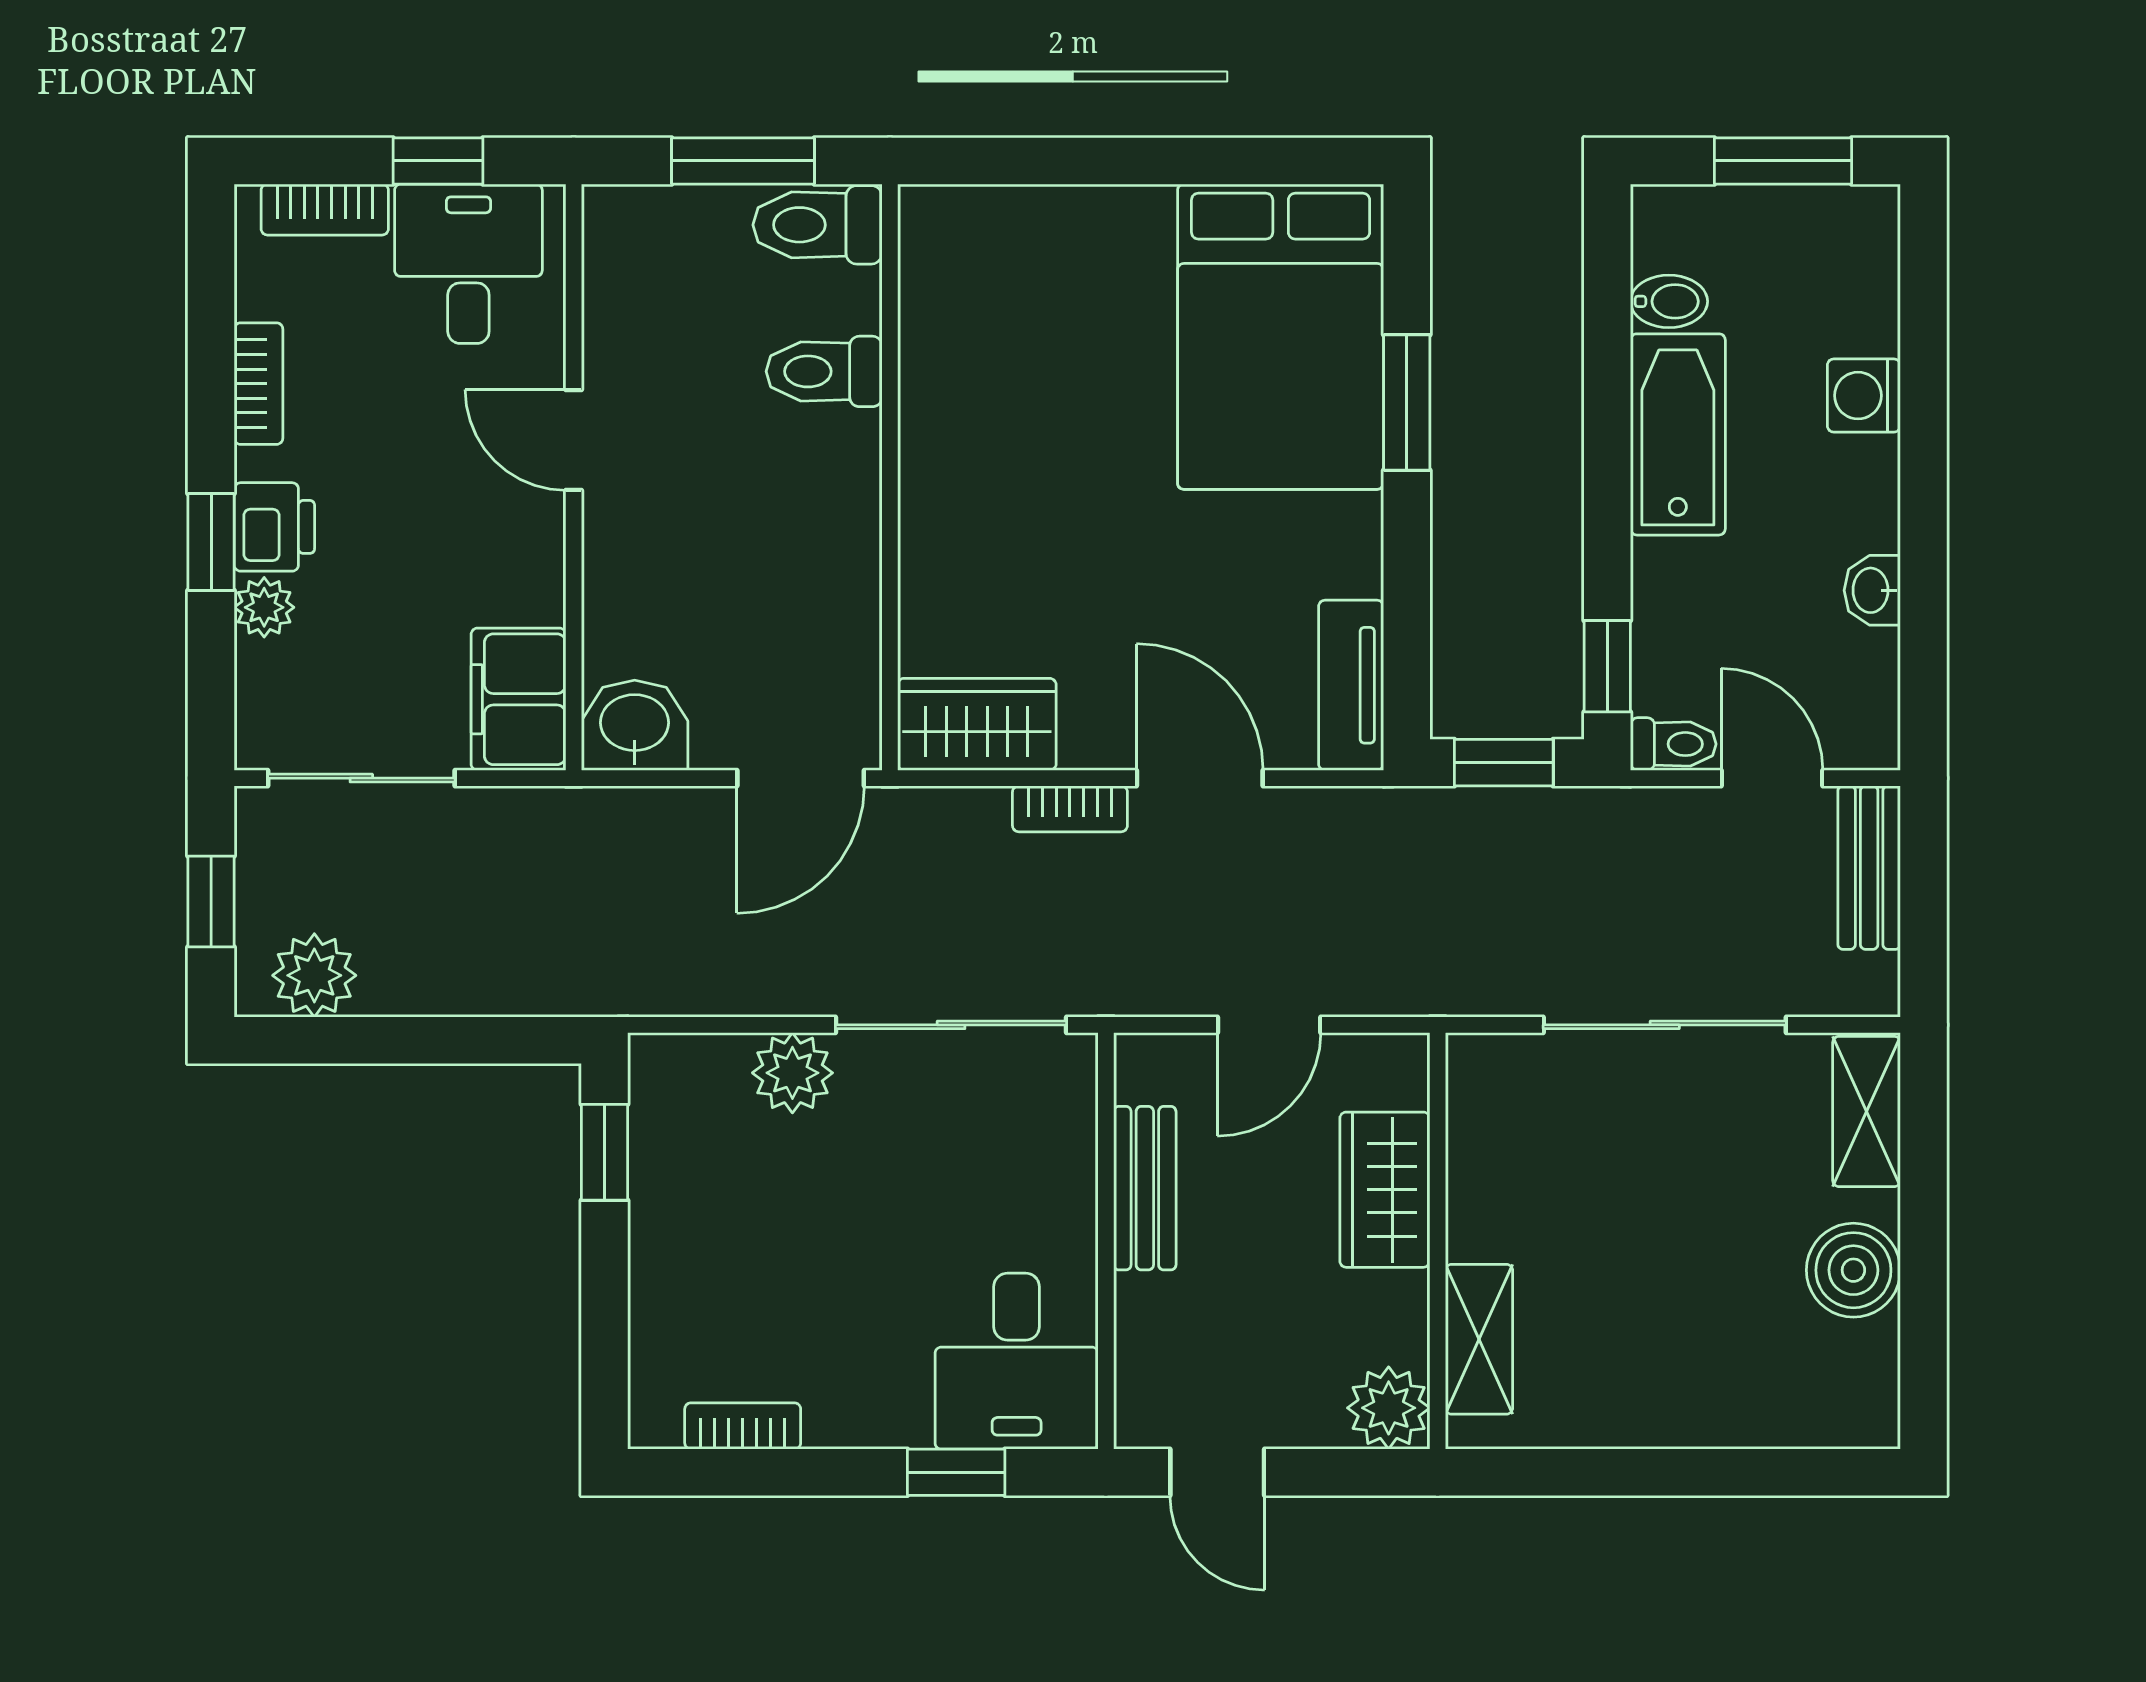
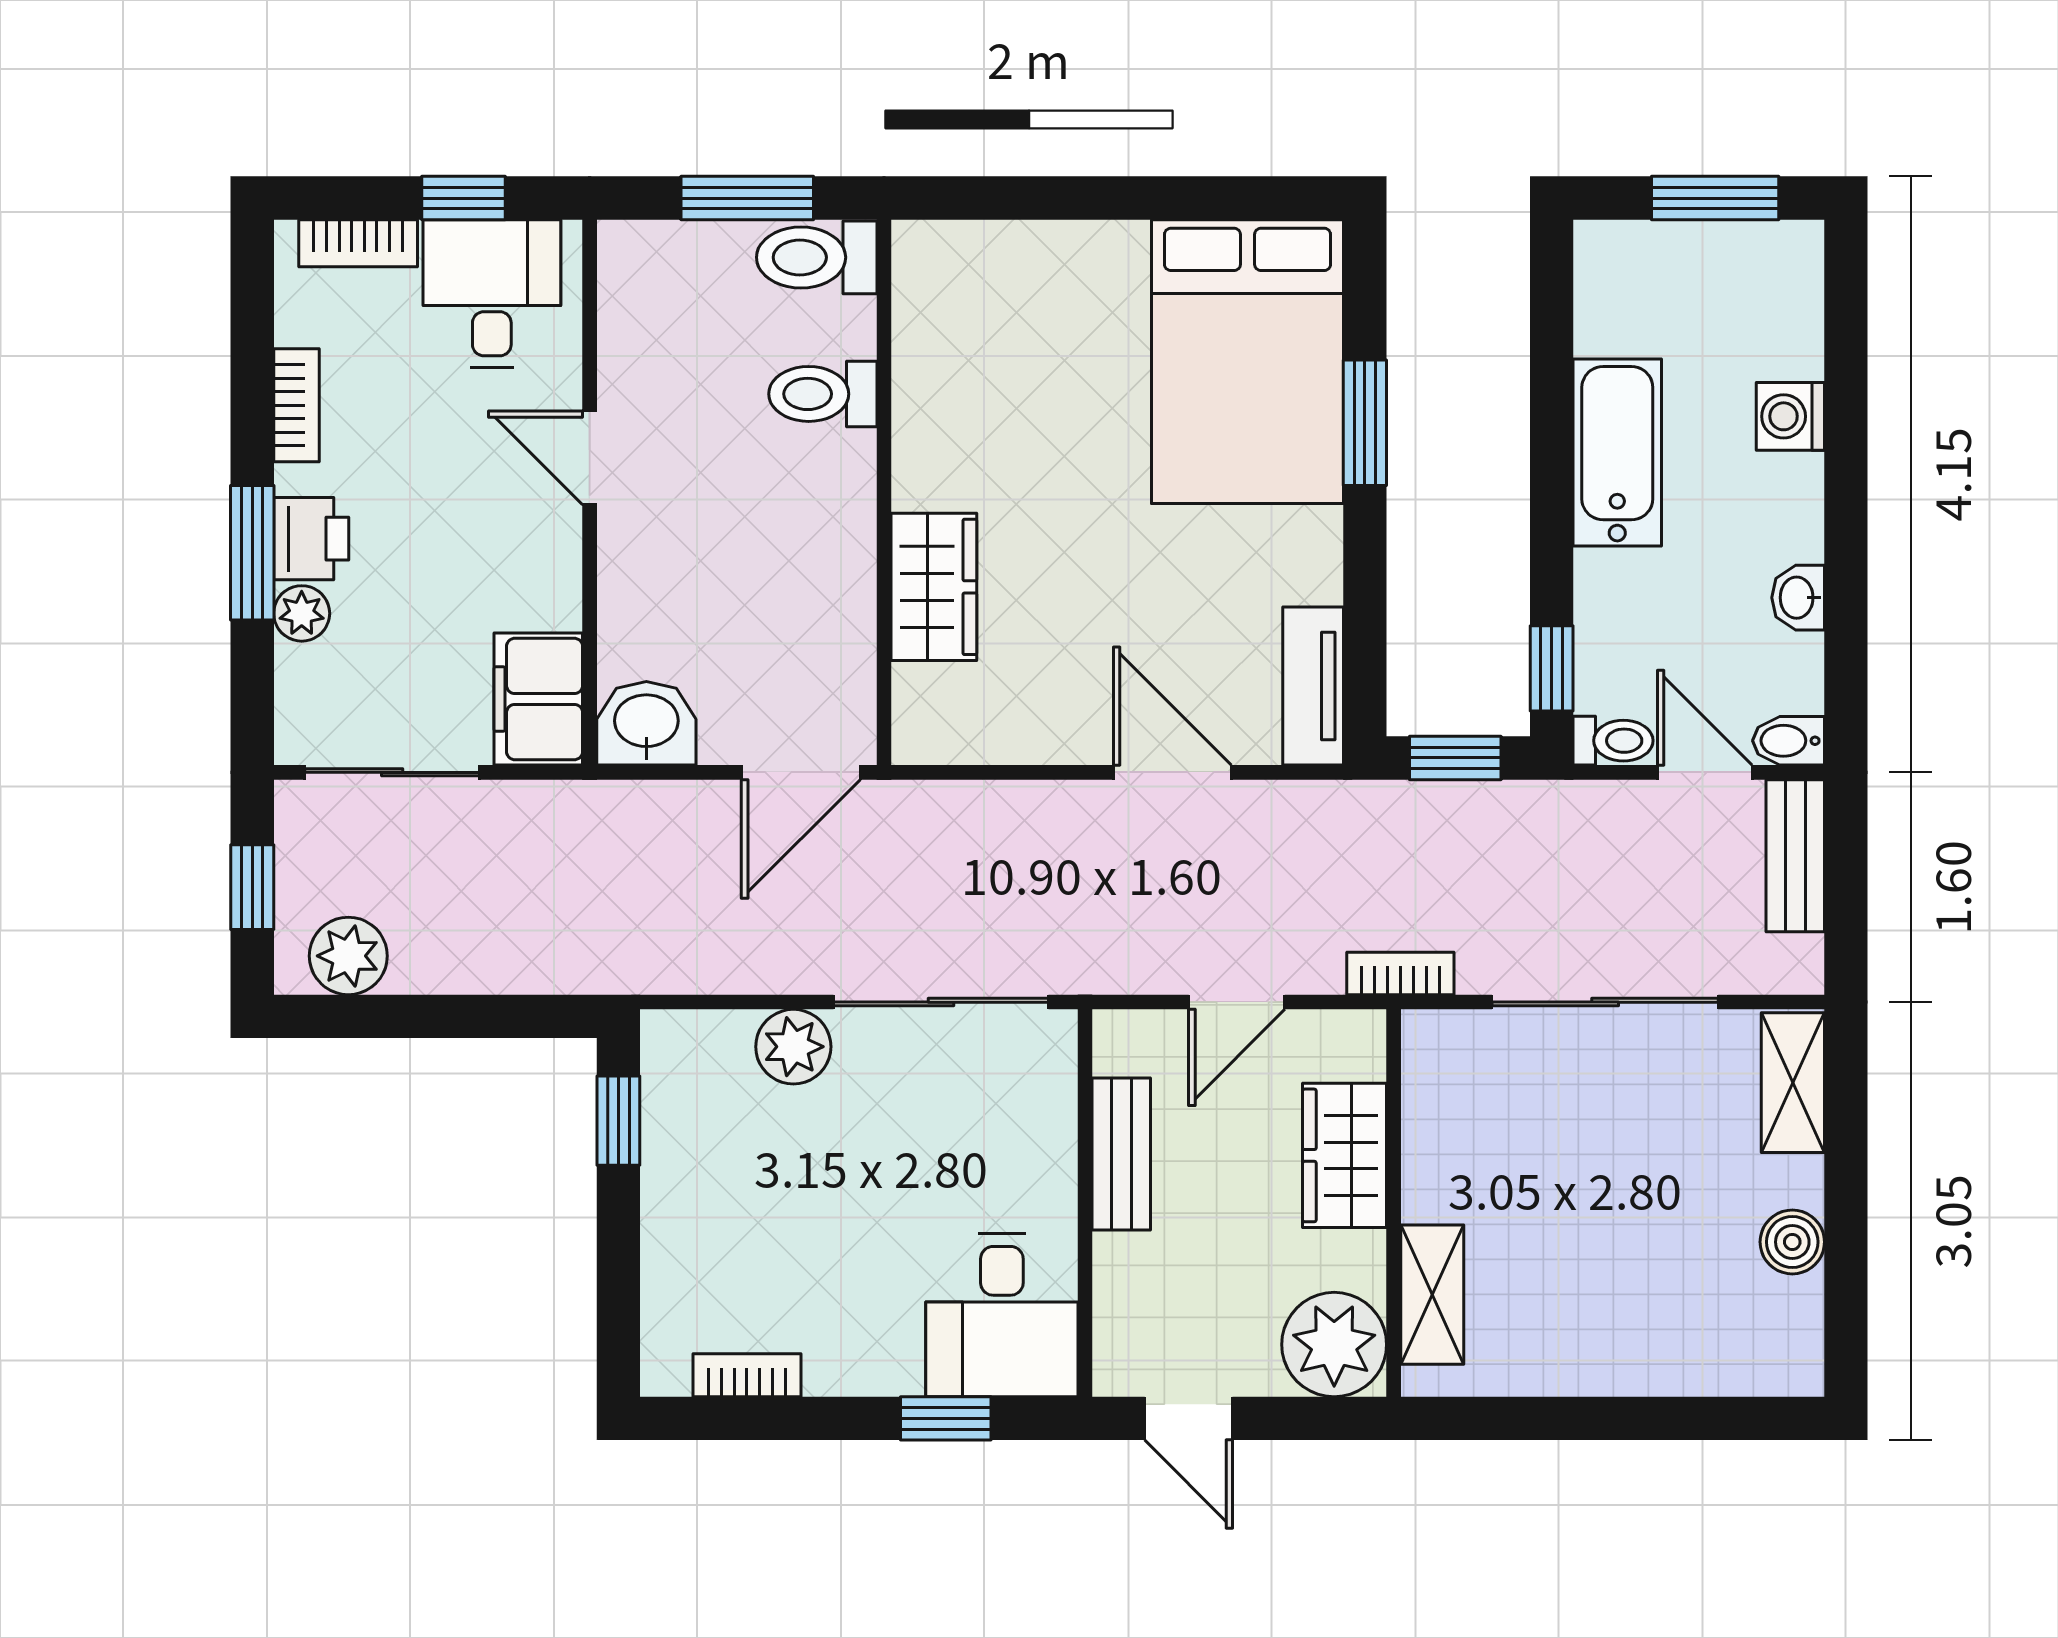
bidet: (1669, 301) -> (1788, 741), moved, turned 180
window: (211, 542) -> (252, 553), width x1.50
wardrobe: (977, 724) -> (934, 587), moved, turned 90
bookcase: (1070, 809) -> (1400, 973), moved, turned 180
boiler: (1853, 1270) -> (1792, 1242), width x0.73, depth x0.73
plant: (1389, 1408) -> (1334, 1345), width x1.36, depth x1.36

